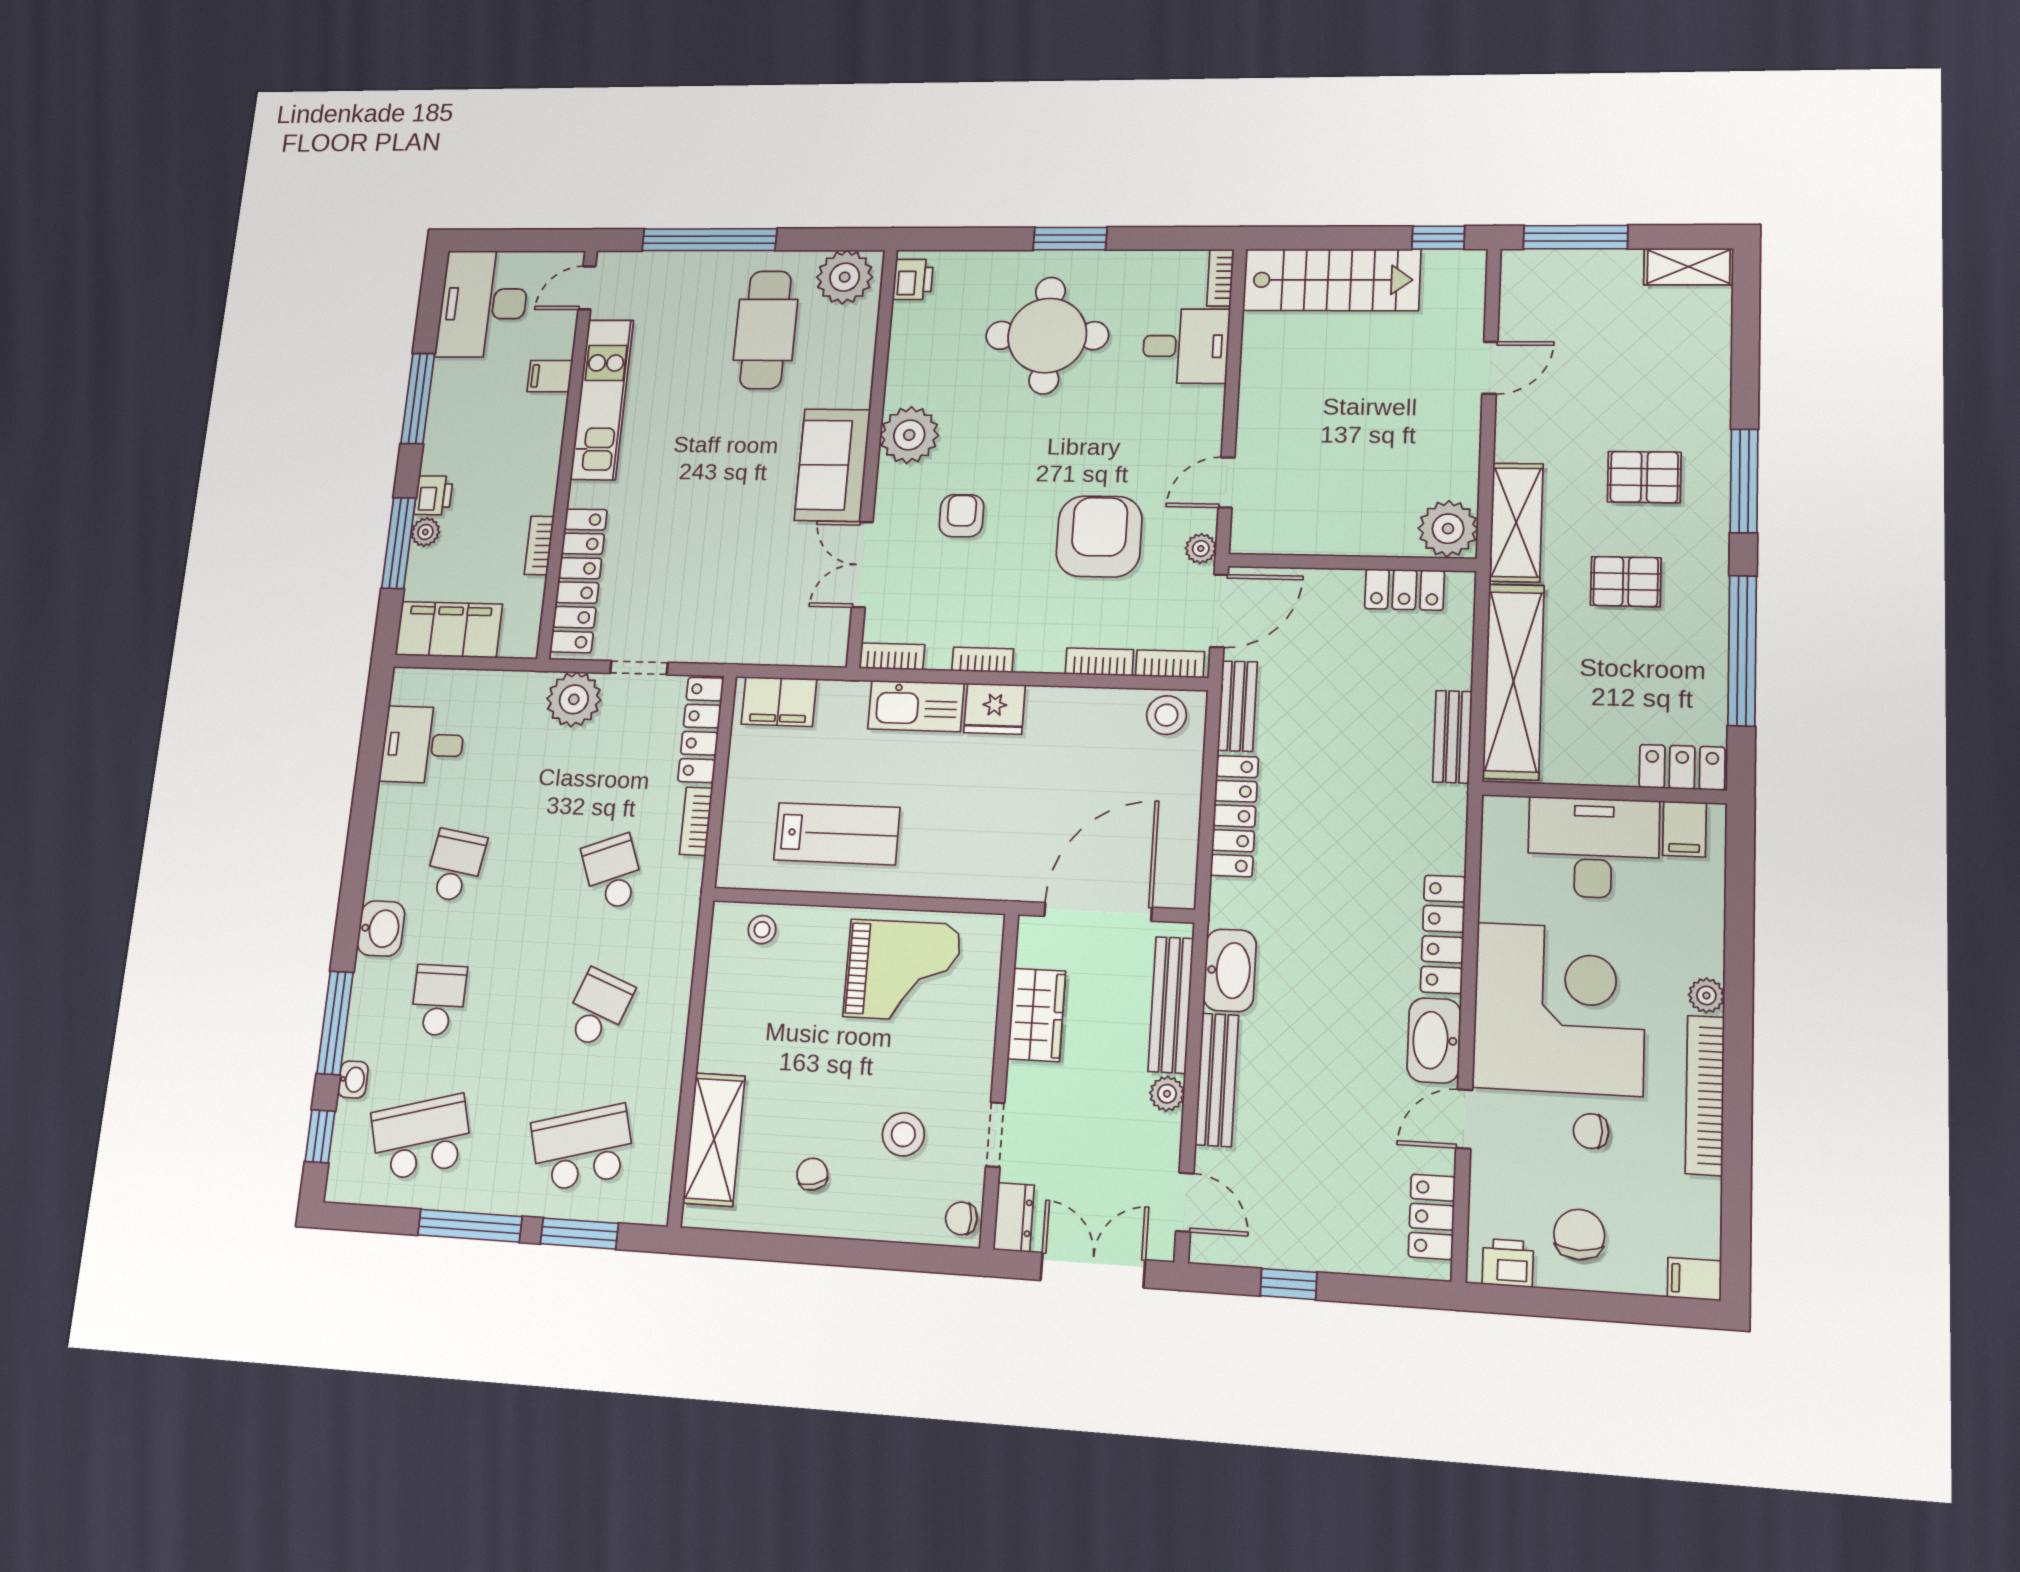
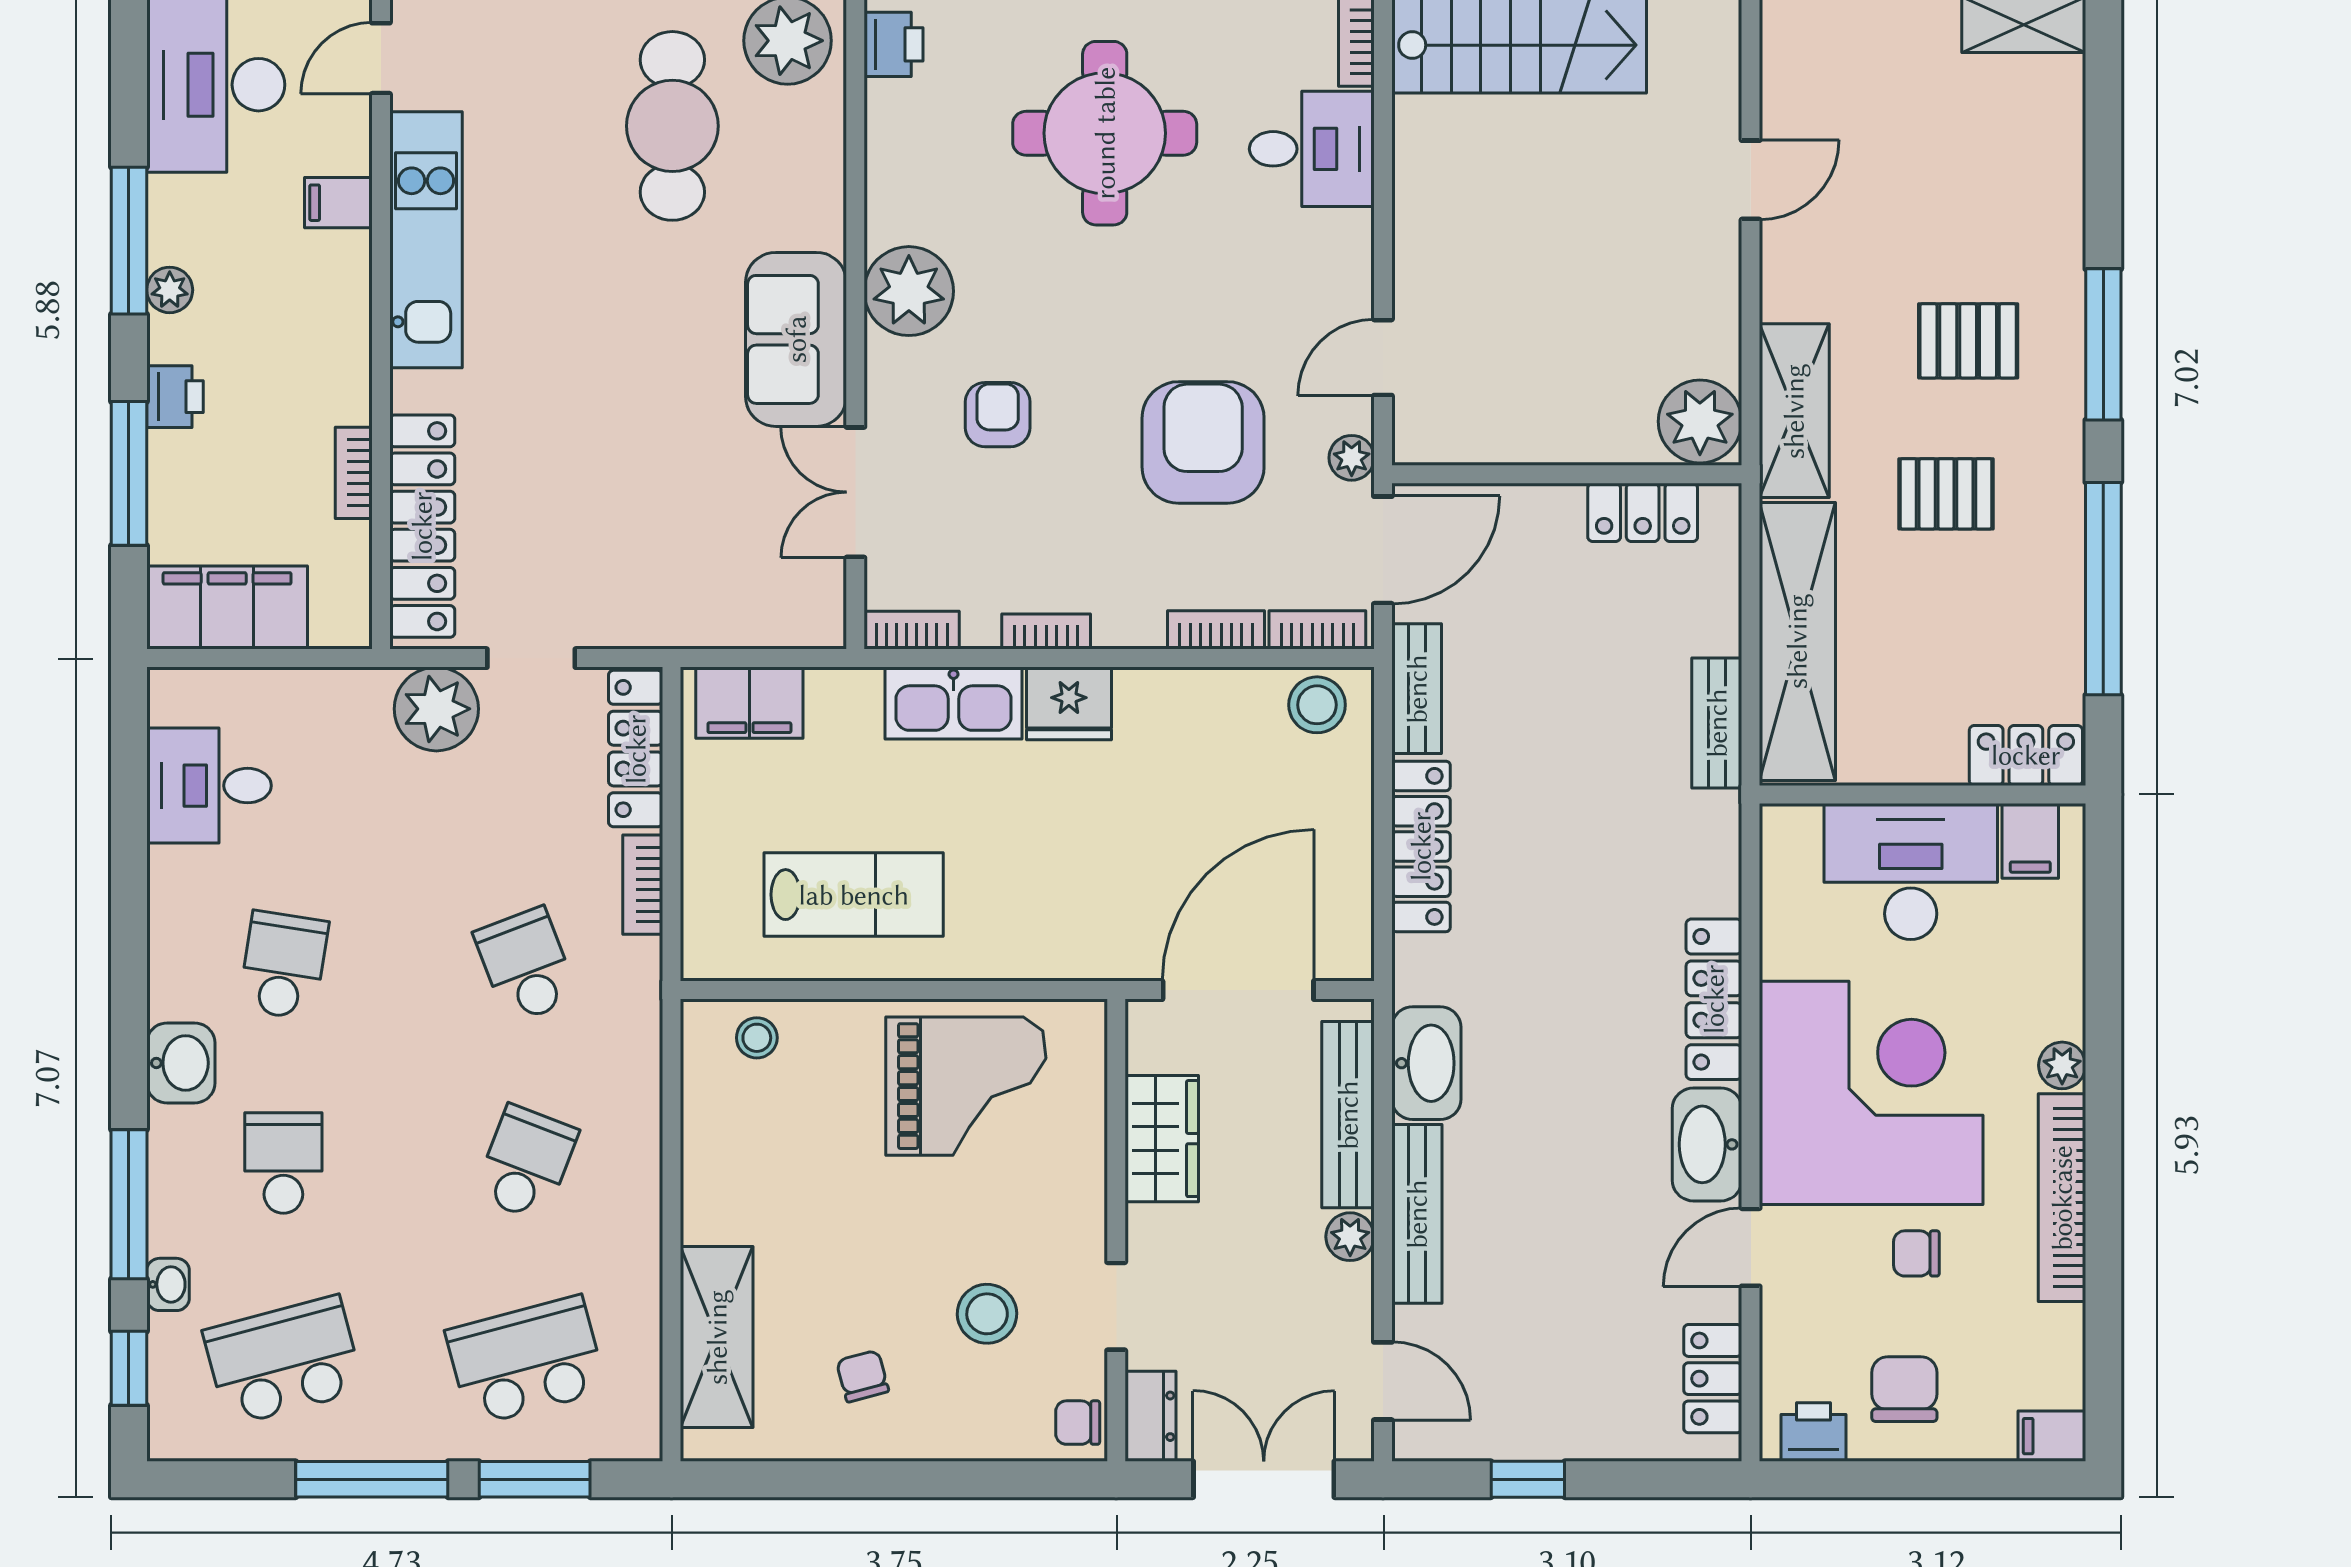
plant: (425, 532) -> (170, 290), moved

